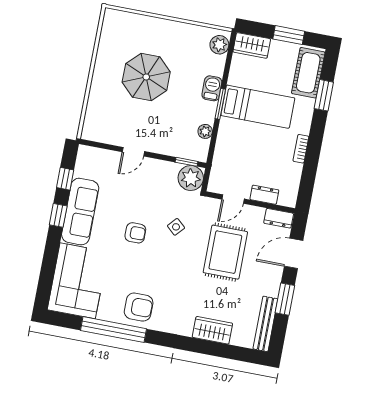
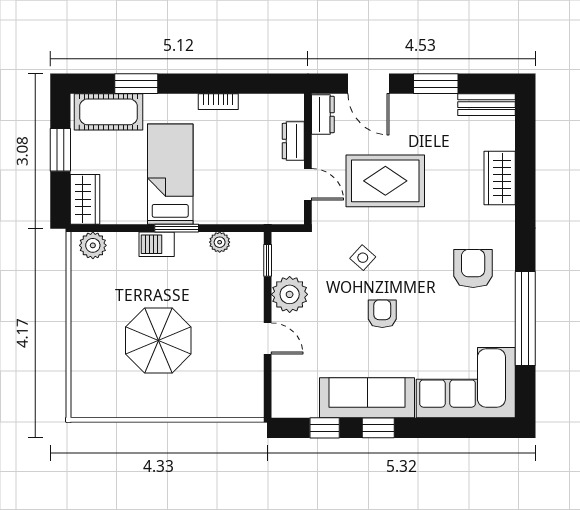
plant: (191, 178) -> (290, 294), moved
armchair: (139, 307) -> (473, 268), moved
bench: (265, 324) -> (487, 105), width x0.73

